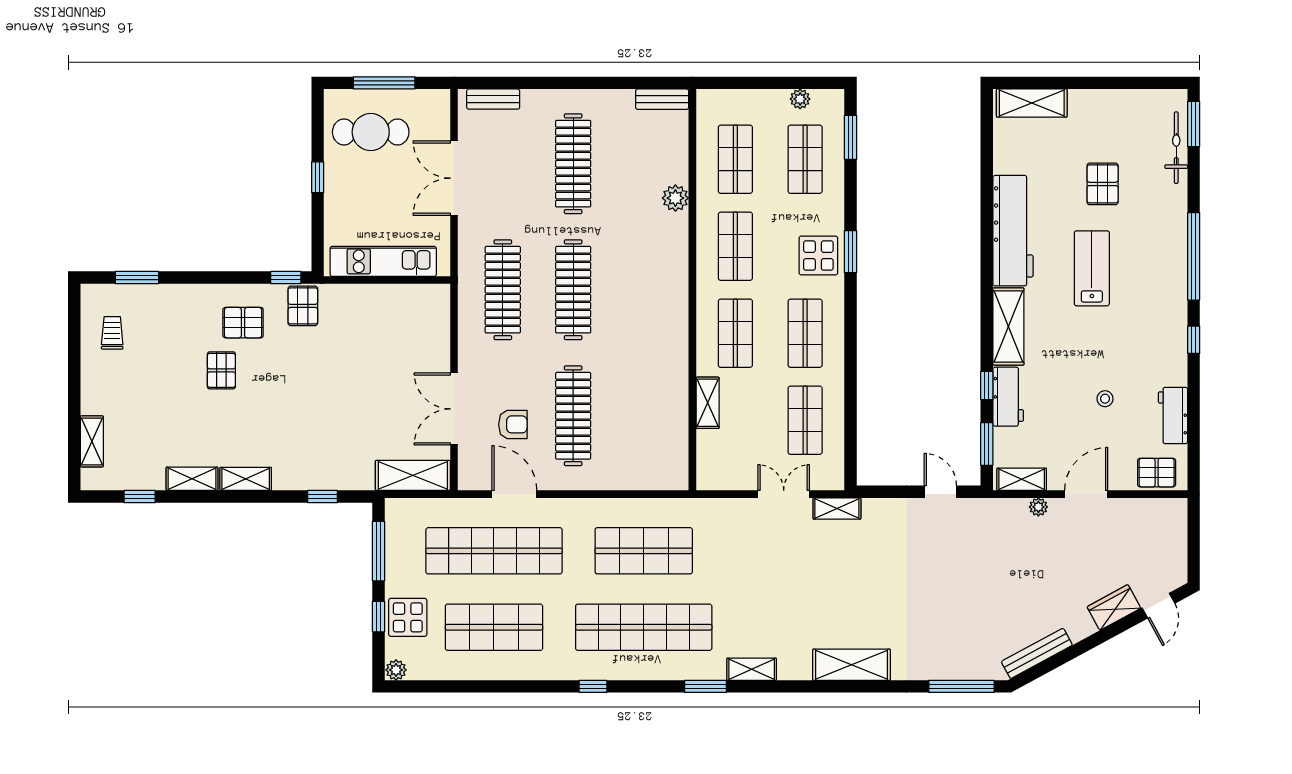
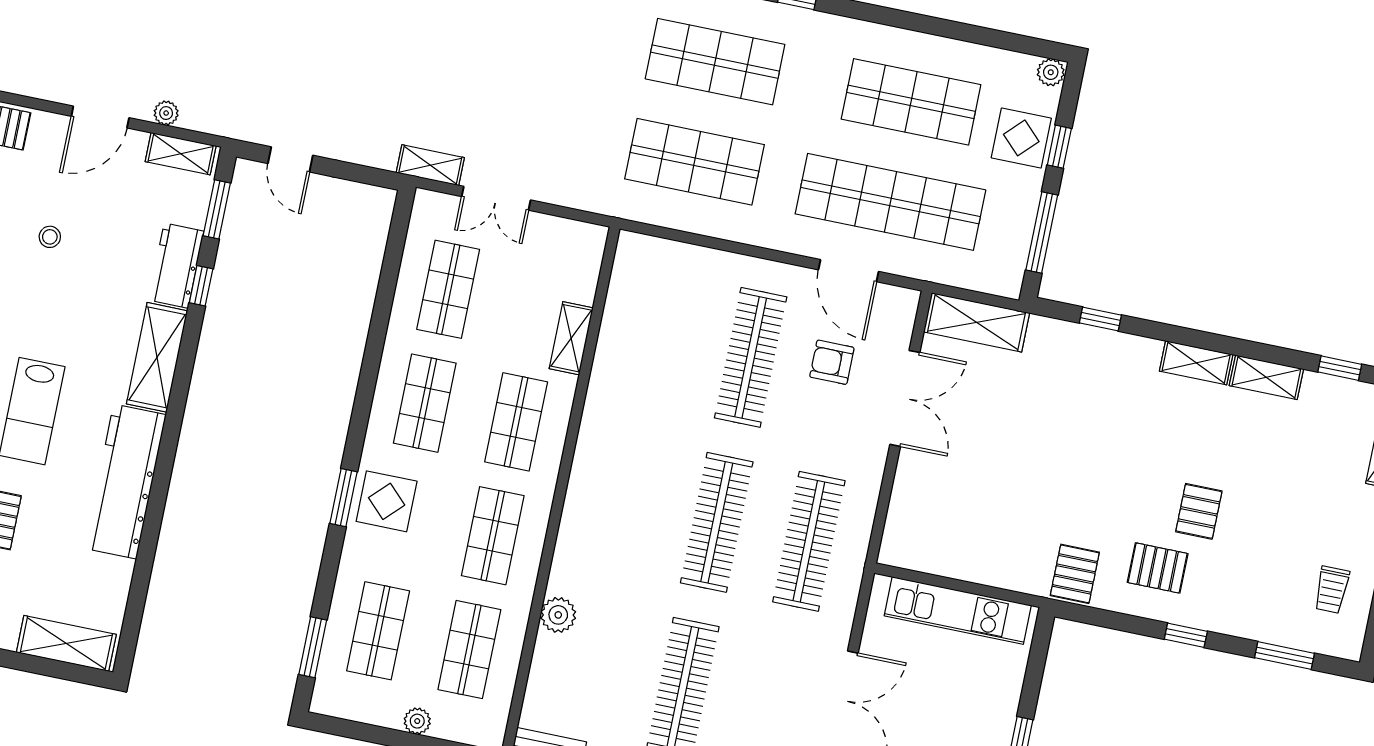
plant: (800, 99) -> (417, 721), moved
window: (286, 278) -> (1186, 635), moved
shop shelf: (644, 627) -> (715, 62), width x0.71

